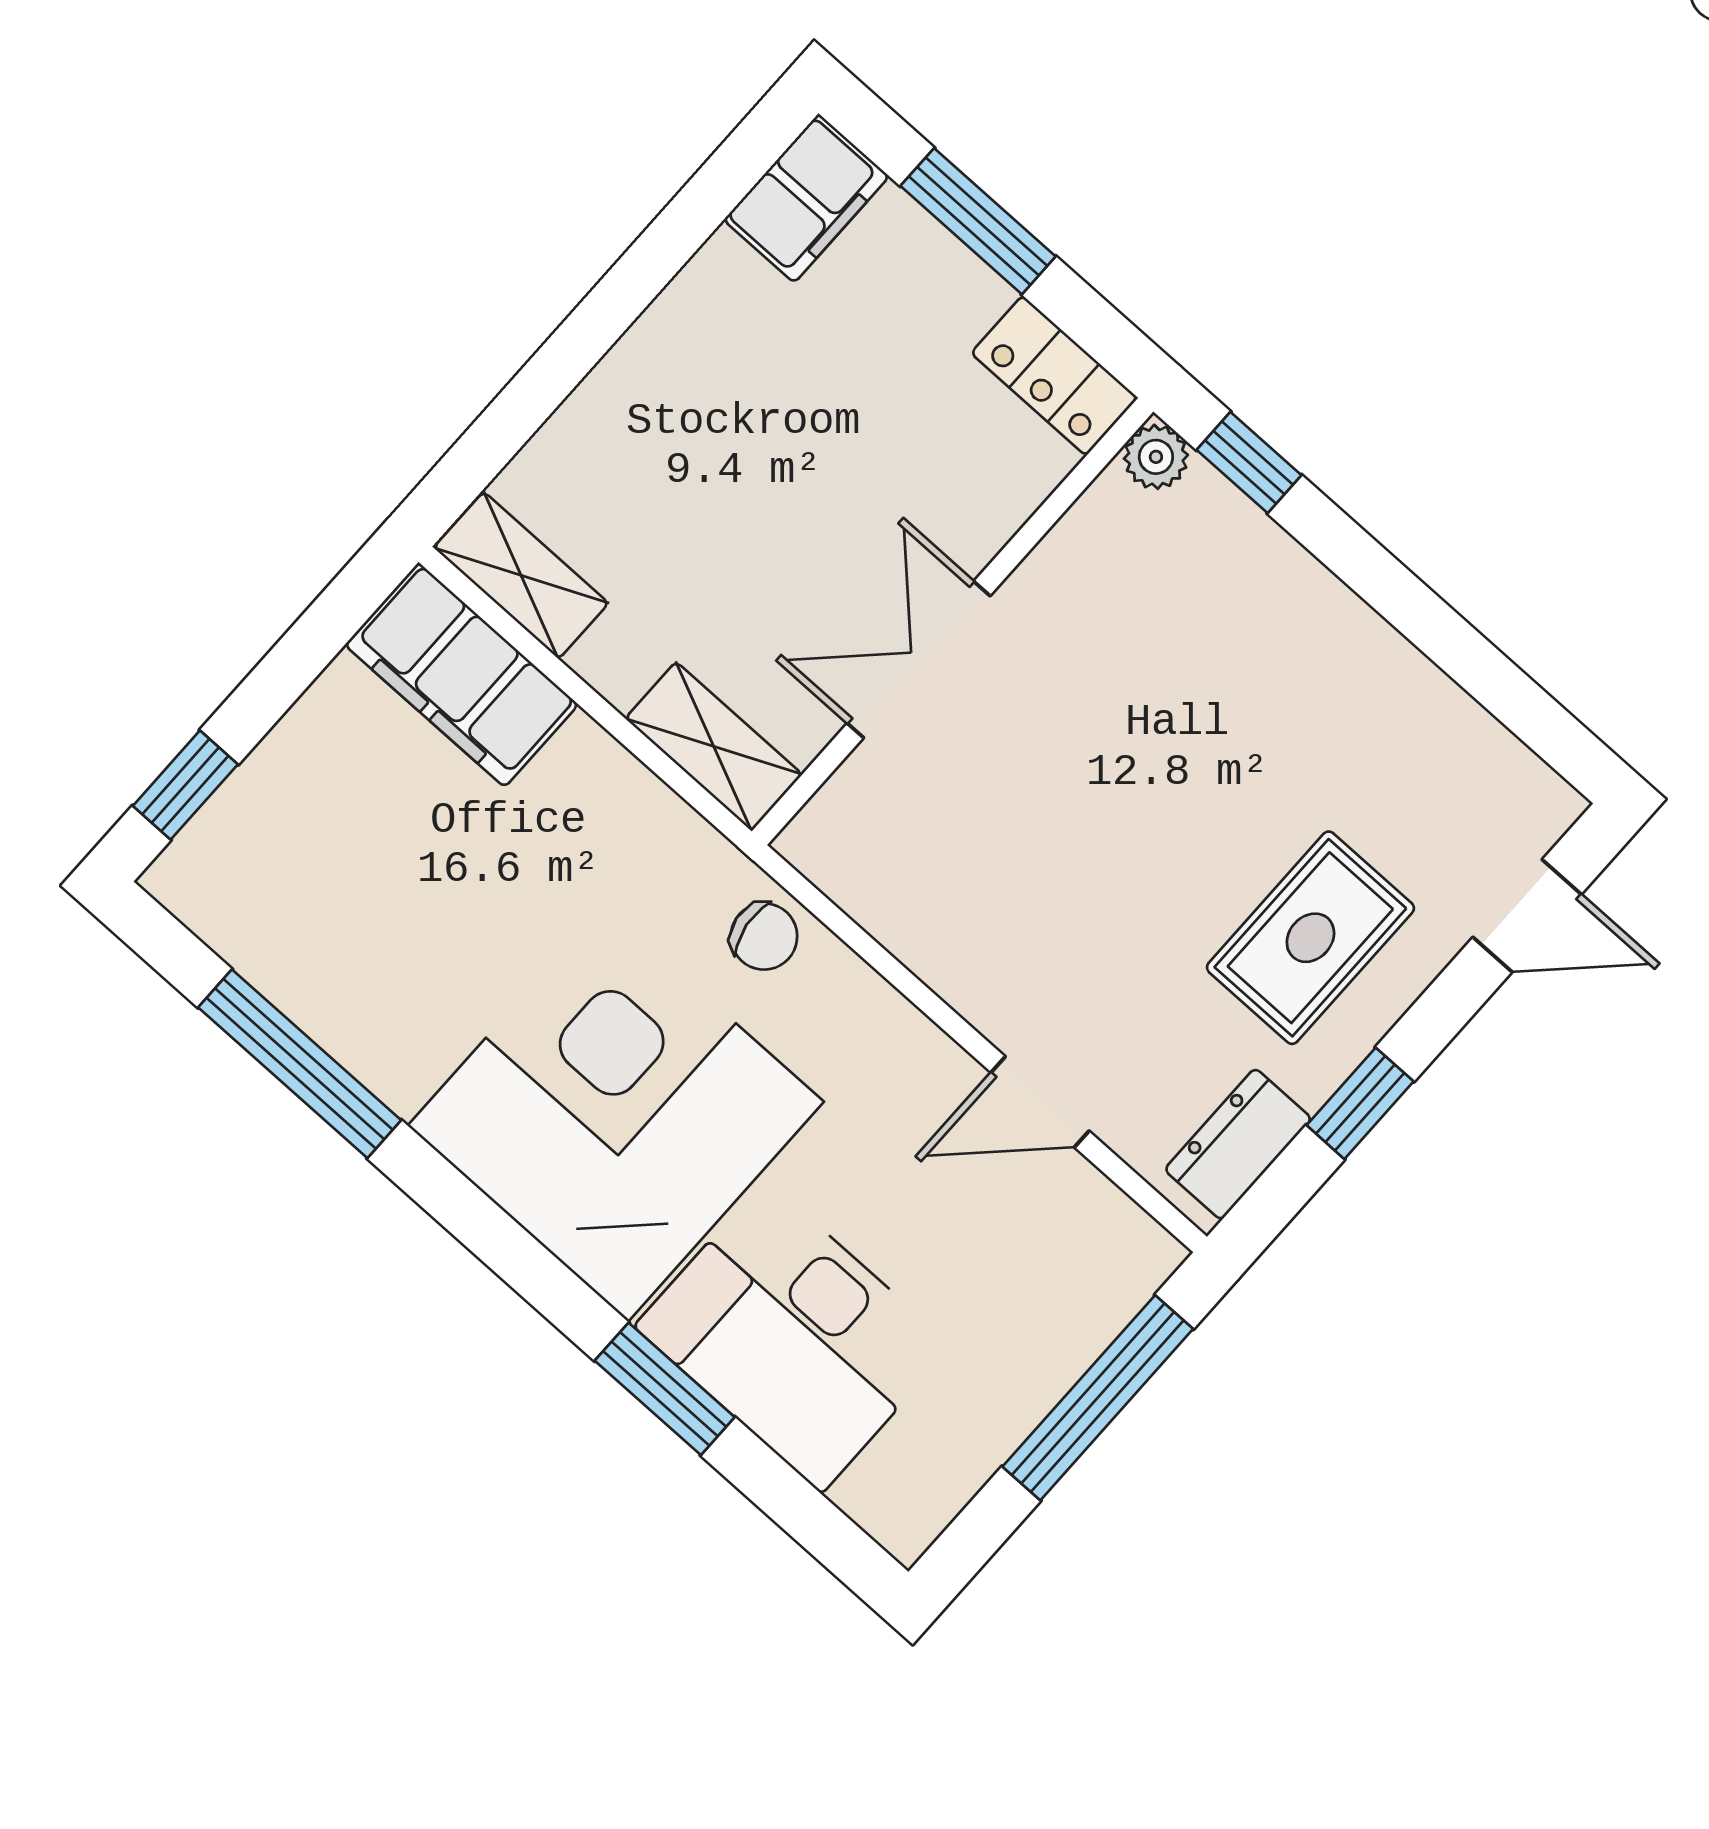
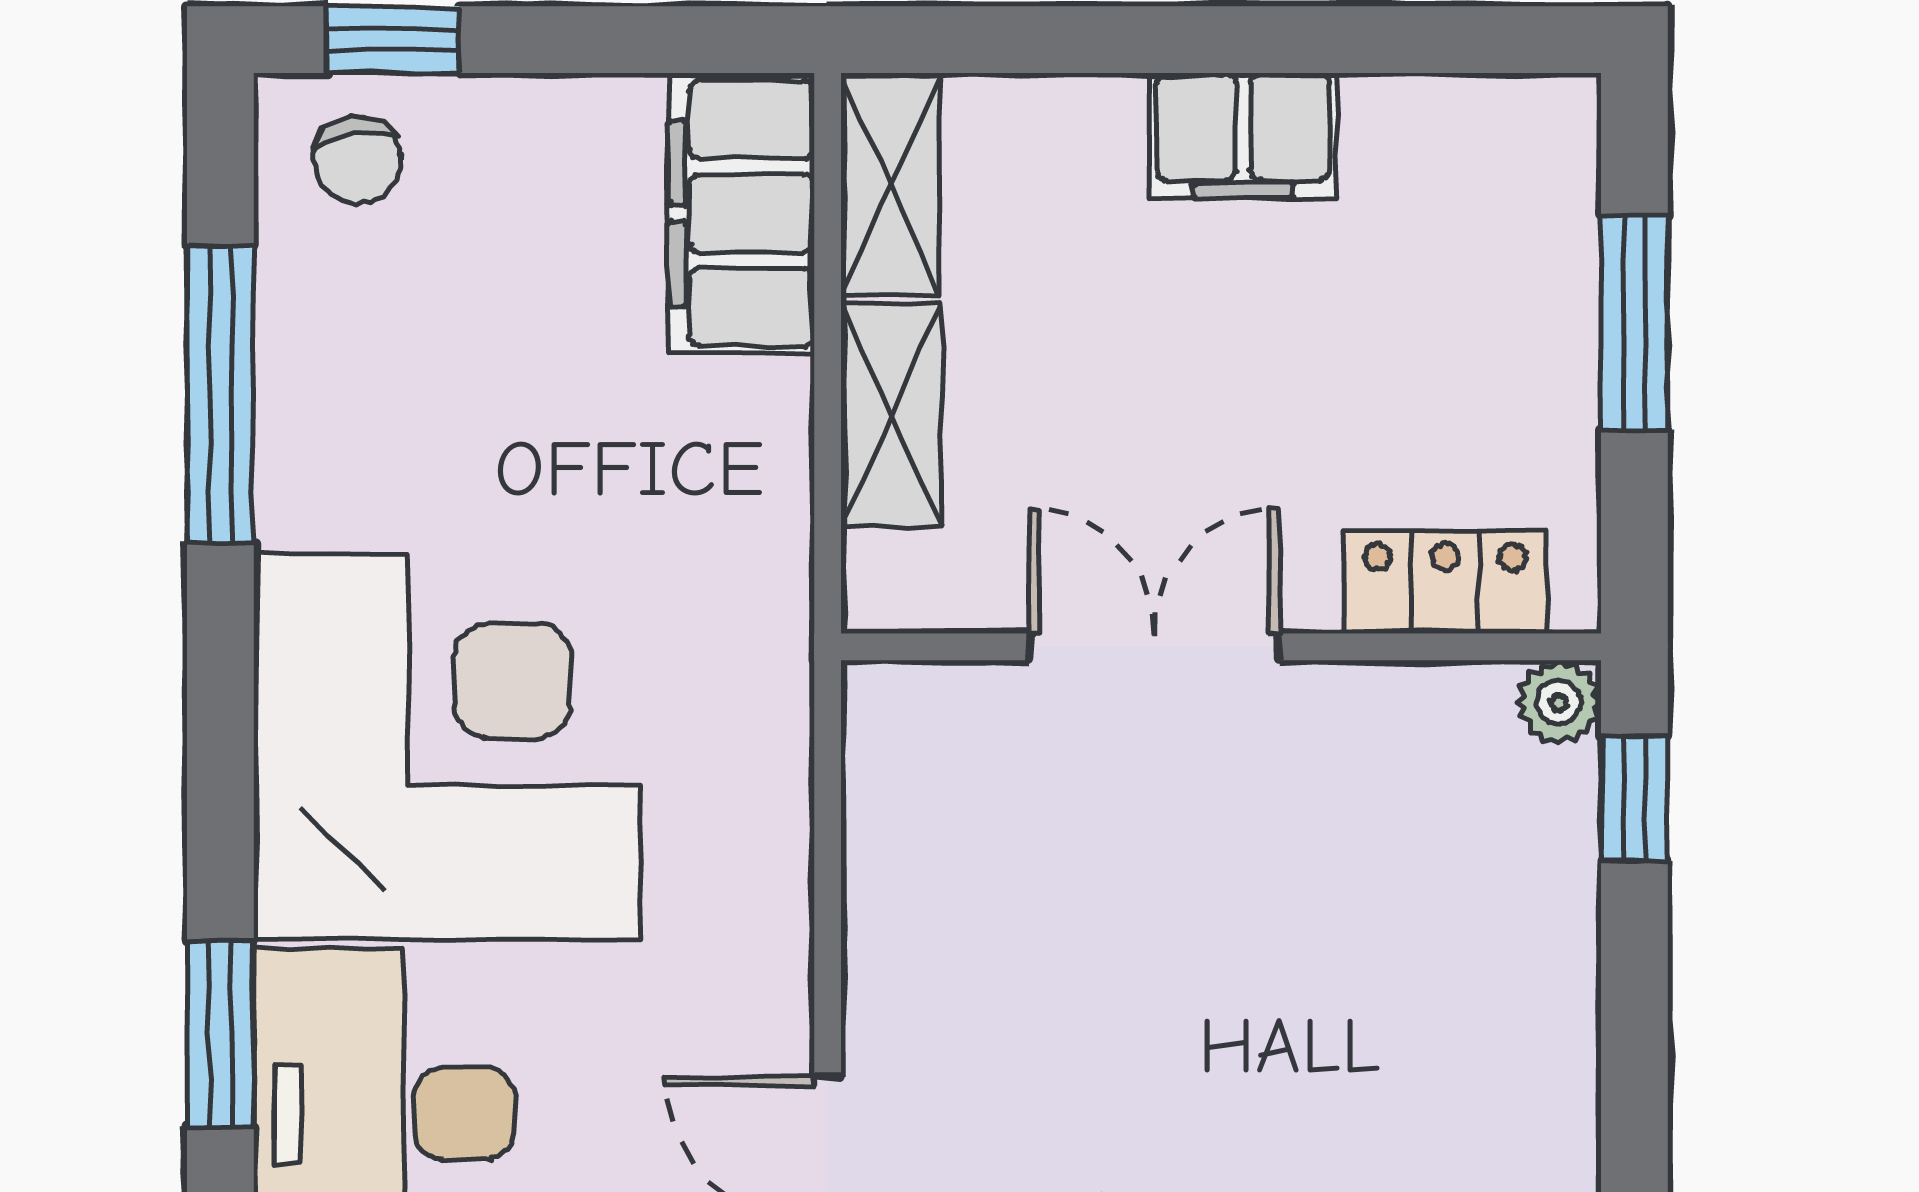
filing cabinet: (806, 198) -> (1243, 135), moved
locker: (1054, 376) -> (1445, 582), moved, turned 90
shelving: (714, 746) -> (891, 415), moved
chair: (764, 936) -> (358, 160), moved

